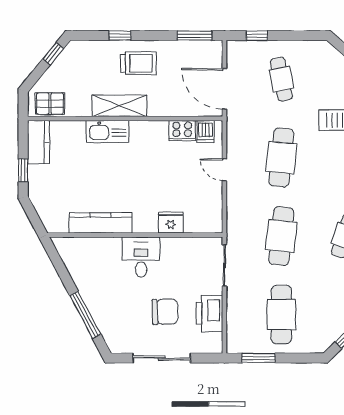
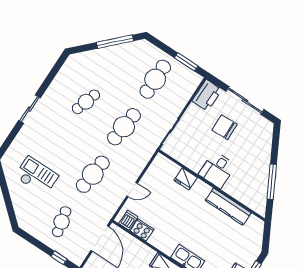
door: (224, 170) -> (132, 190), hinge flipped
printer: (209, 313) -> (207, 95), moved
window: (85, 315) -> (272, 182), moved

